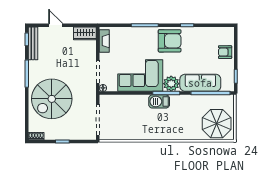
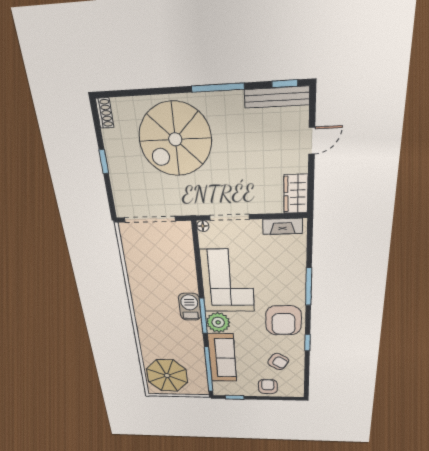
armchair: (203, 45) -> (278, 362), added
spiral stairs: (52, 99) -> (175, 139), turned -90

